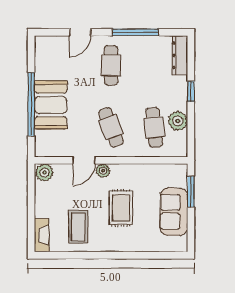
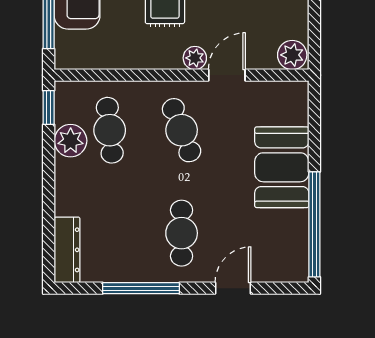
window: (191, 91) -> (49, 108), moved
window: (31, 104) -> (314, 224), moved

